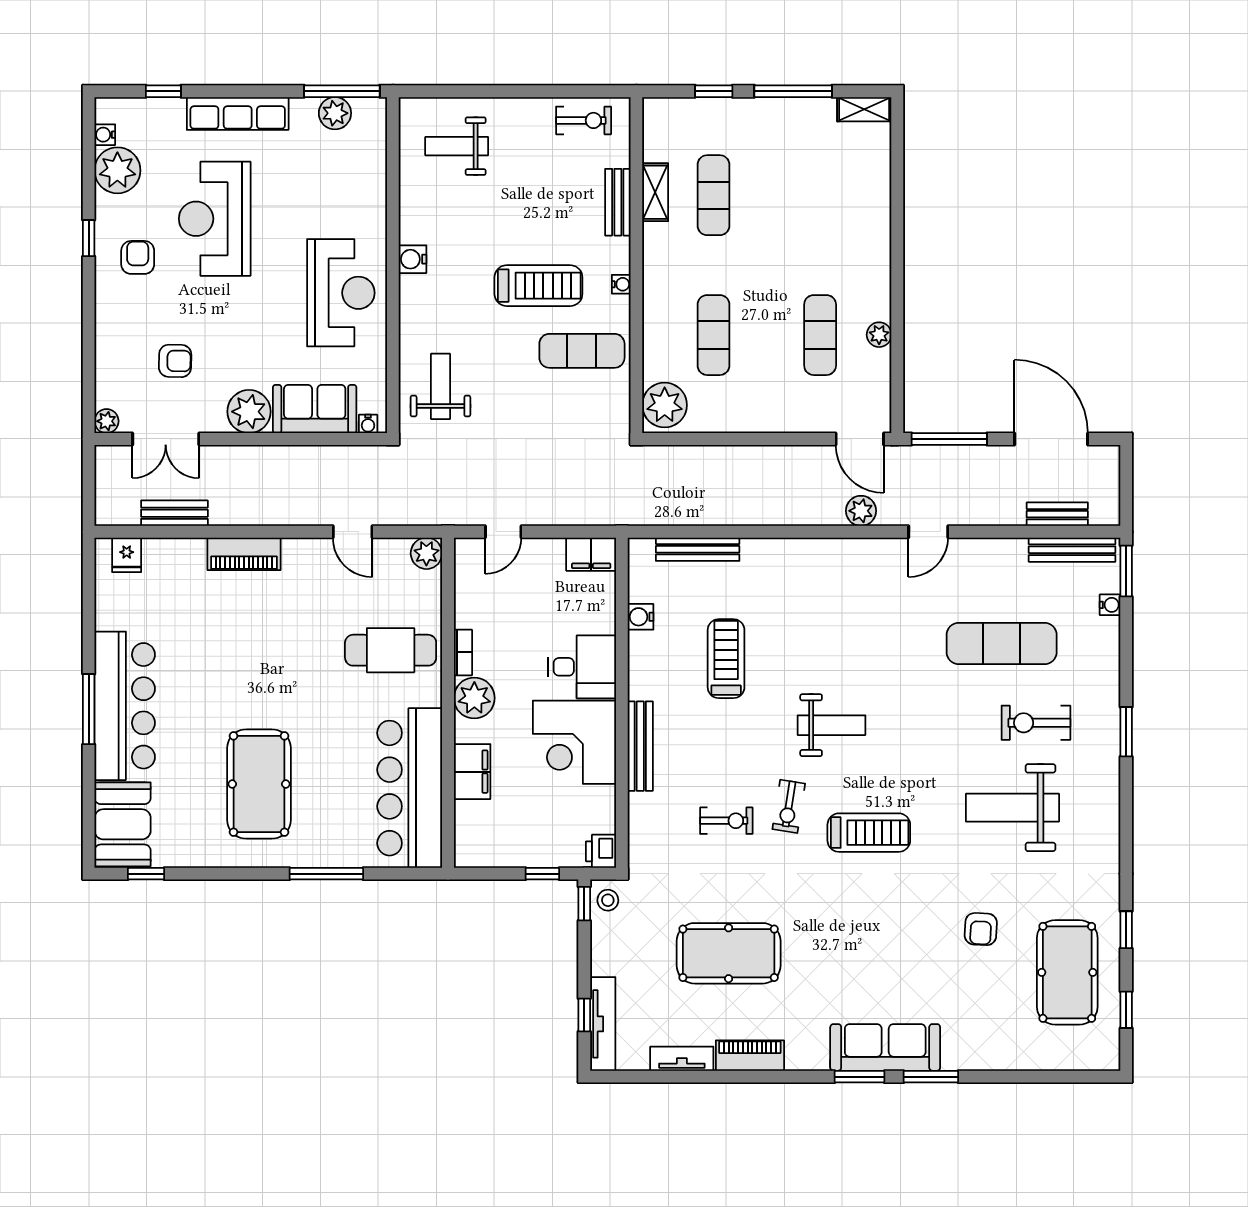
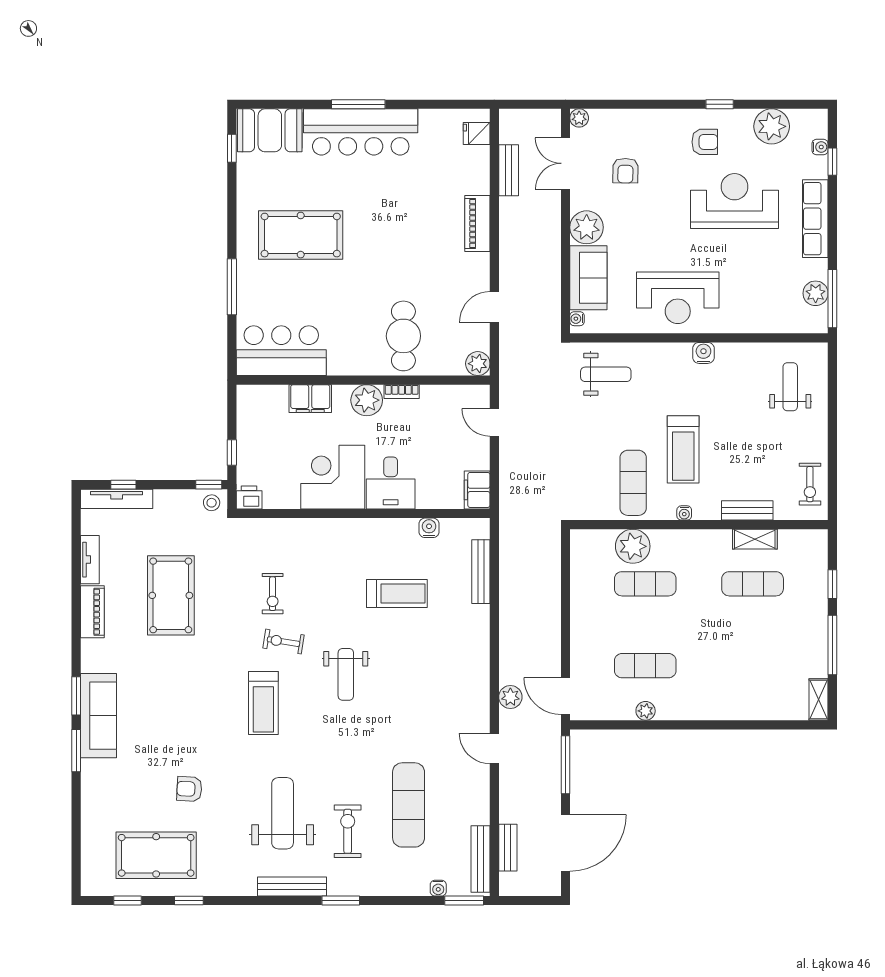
water cooler: (105, 135) -> (820, 147), moved, turned 90
plant: (665, 405) -> (633, 546), moved
door: (860, 439) -> (565, 696), hinge flipped
bench: (640, 746) -> (292, 886), moved
bar counter: (410, 788) -> (281, 351), width x0.73

